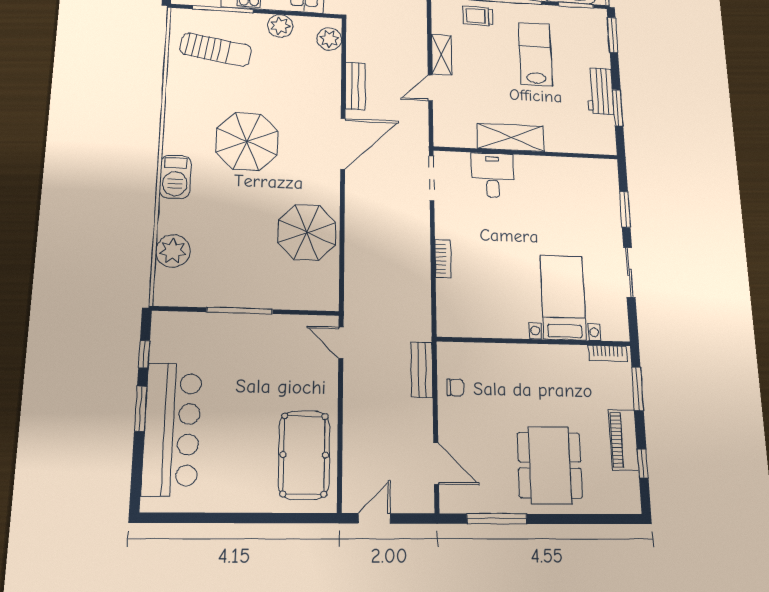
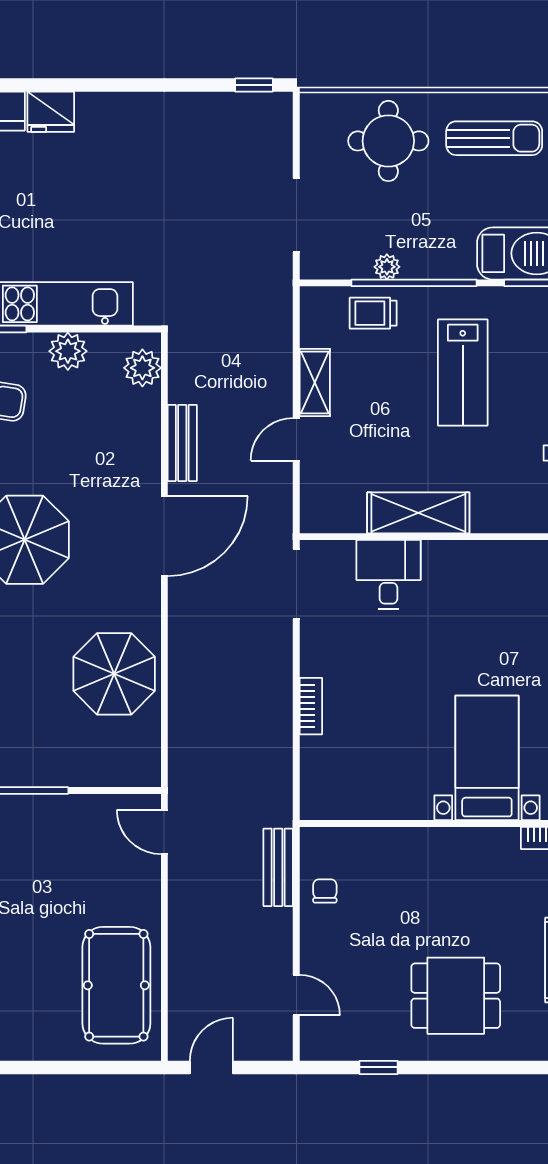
lab bench: (535, 54) -> (463, 372), turned 180
chair: (455, 387) -> (325, 891), turned -90
door: (436, 464) -> (296, 995), width x0.73
dining table: (550, 465) -> (456, 996), width x0.73
window: (497, 519) -> (379, 1067), width x0.46

